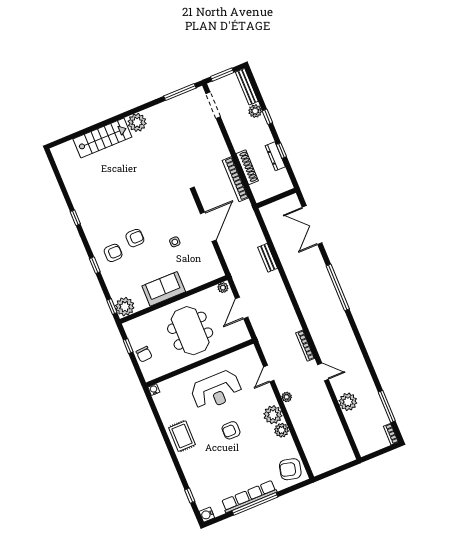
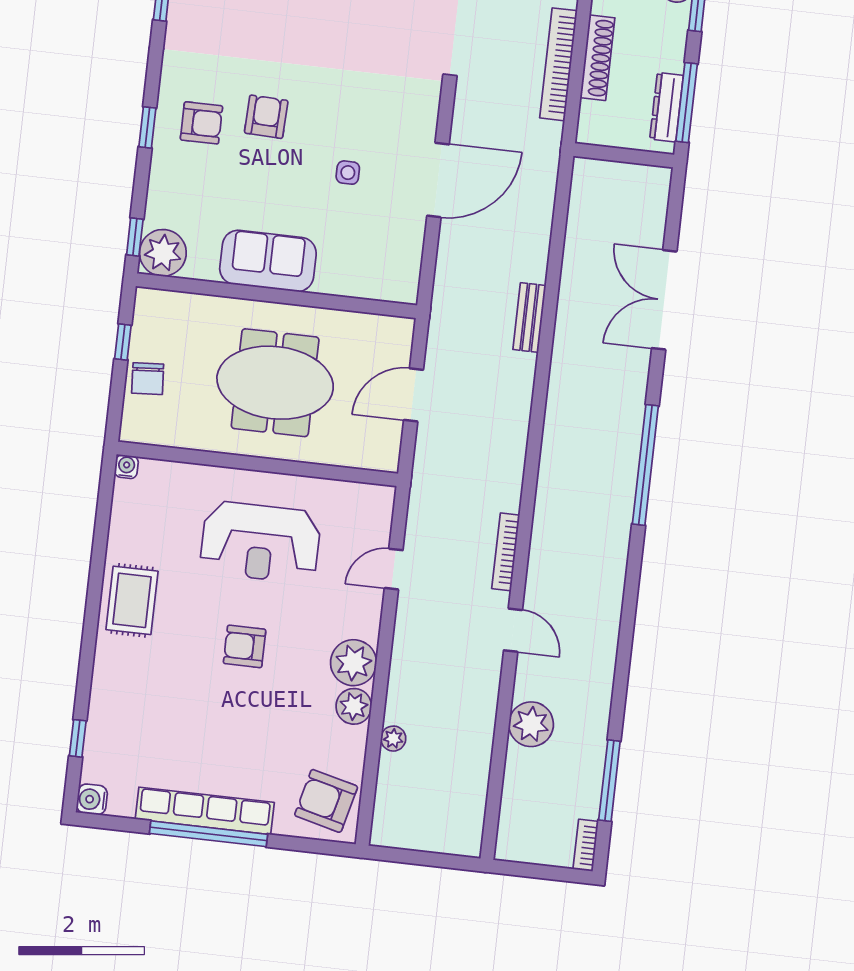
window: (281, 151) -> (687, 103), width x2.17
shoe rack: (247, 167) -> (597, 58), moved
bookcase: (235, 179) -> (558, 64), moved
wall: (276, 198) -> (624, 155), moved
armchair: (135, 238) -> (266, 117), turned -88
plant: (223, 288) -> (397, 329), removed
meeting table: (190, 331) -> (275, 383), turned 90
plant: (287, 397) -> (393, 739), moved

